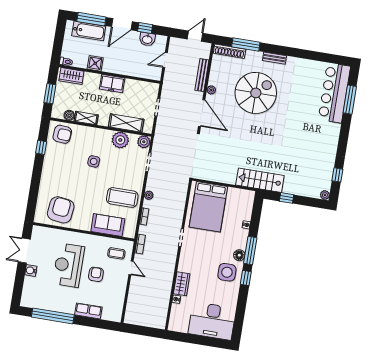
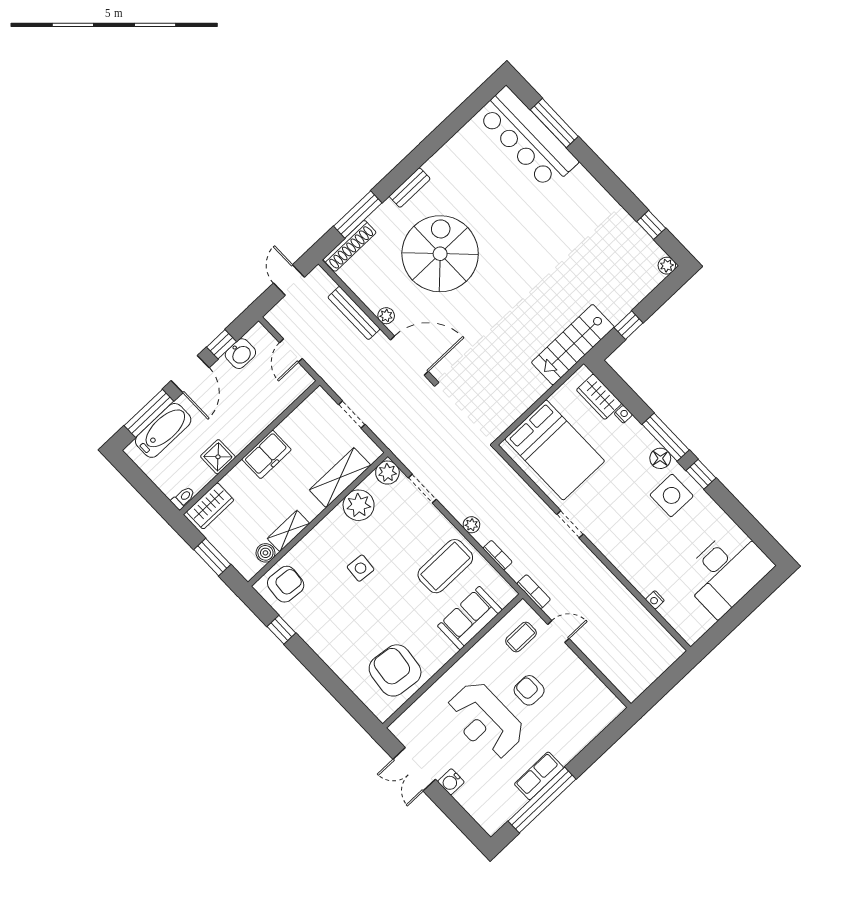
wardrobe: (182, 284) -> (599, 397), moved, turned 180
row of seats: (88, 311) -> (539, 776), moved

